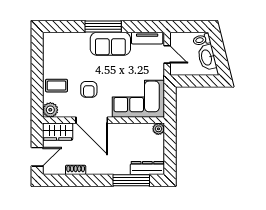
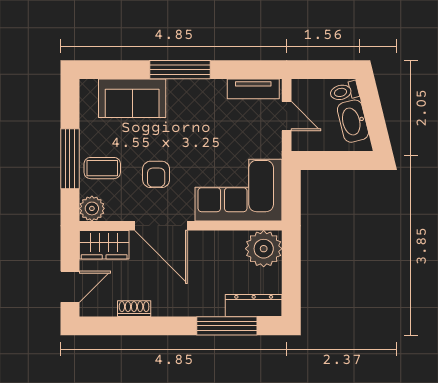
sofa: (110, 44) -> (132, 98), moved
window: (37, 80) -> (70, 159), added
plant: (158, 129) -> (264, 249), width x1.87, depth x1.87

